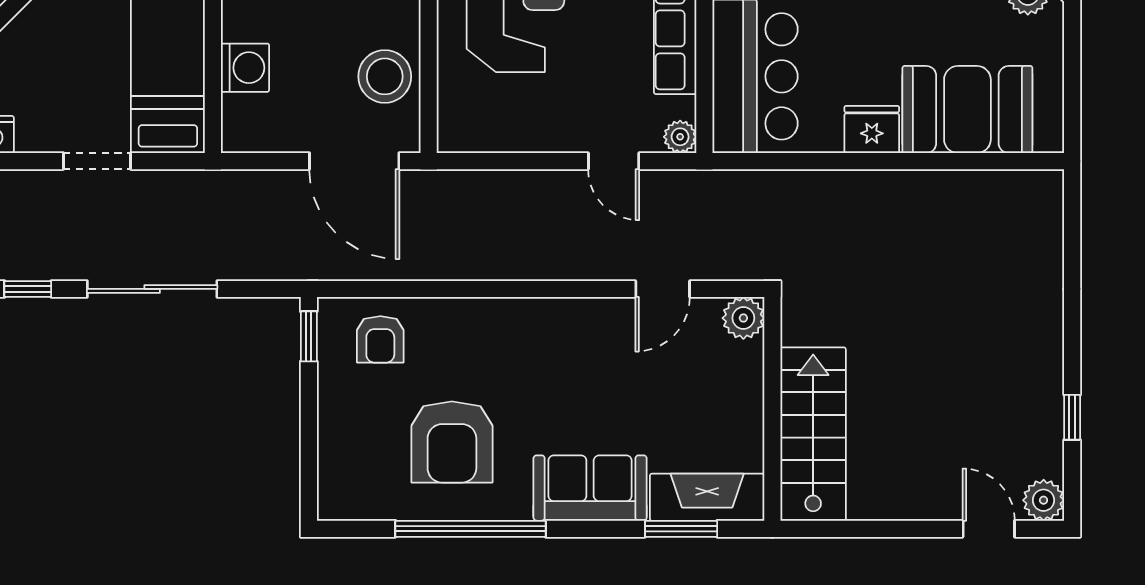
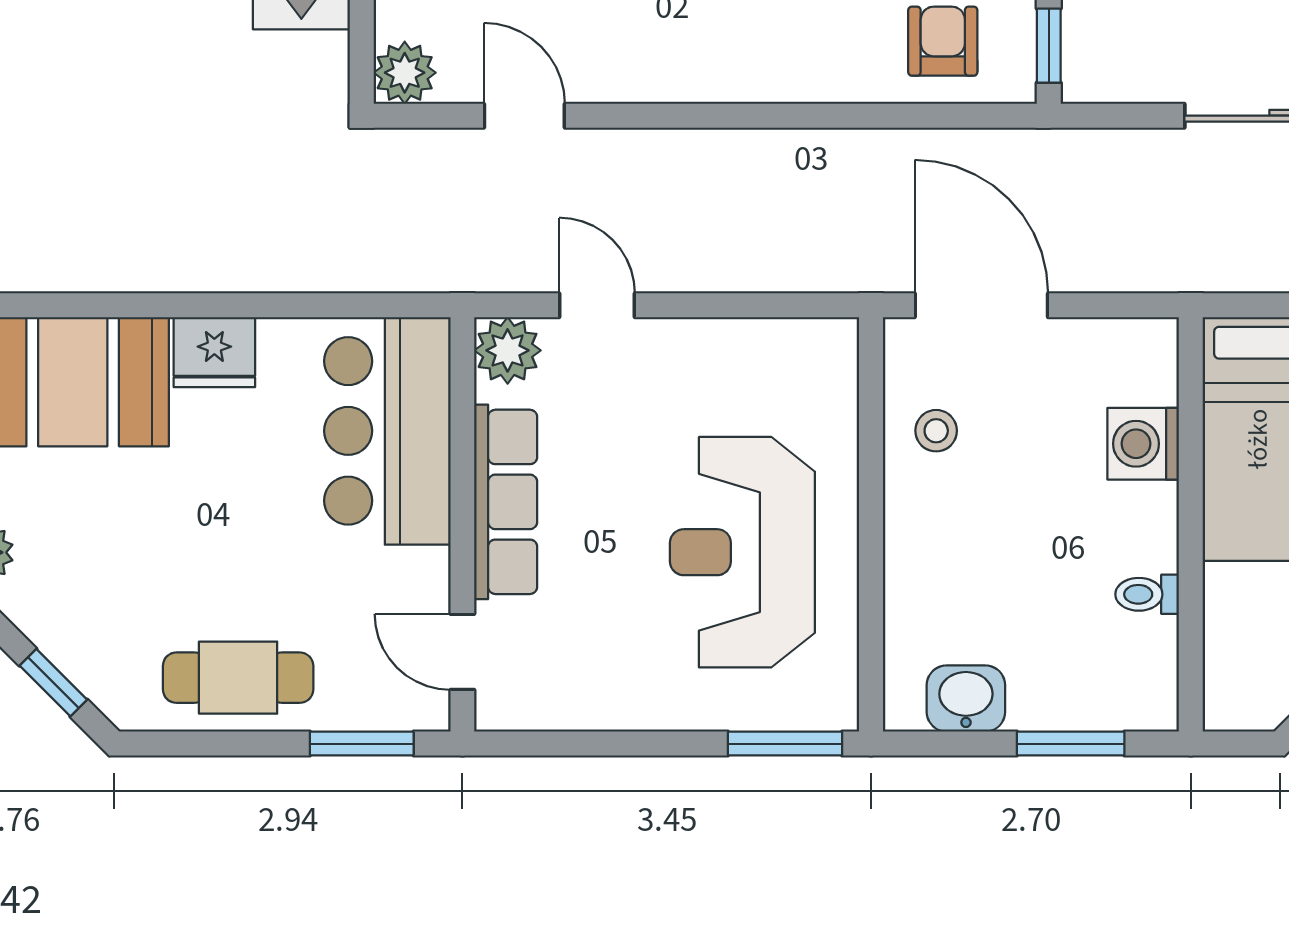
stool: (385, 76) -> (936, 431), width x0.53, depth x0.53
plant: (680, 137) -> (508, 350), width x1.38, depth x1.38
door: (663, 289) -> (524, 116), hinge flipped

